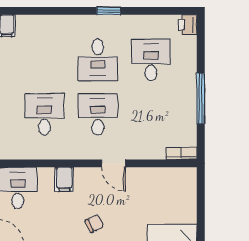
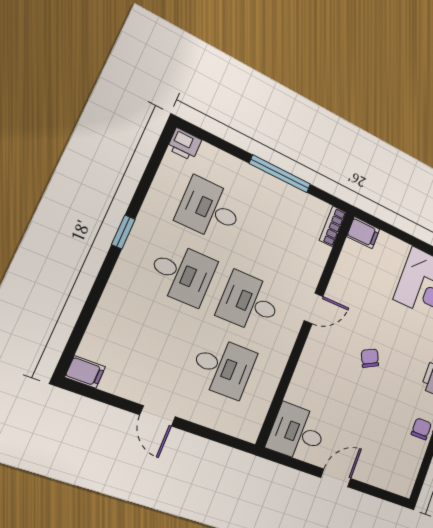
desk: (44, 114) -> (223, 367), turned 180
filing cabinet: (64, 179) -> (363, 233), moved

